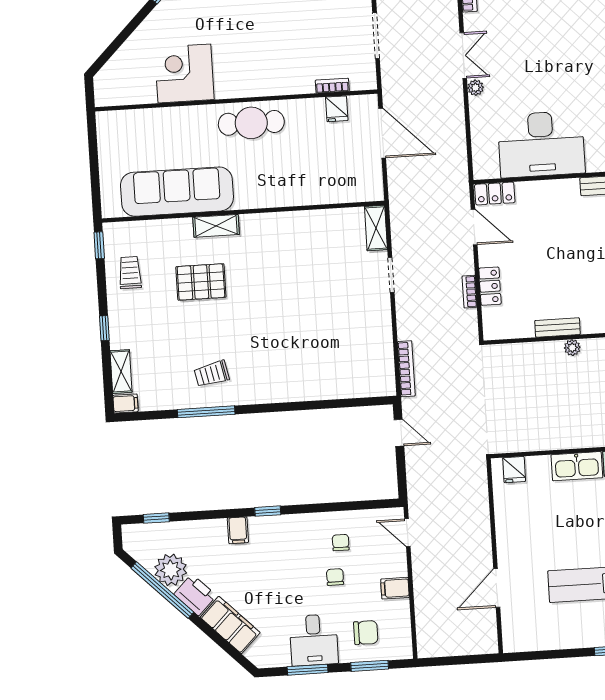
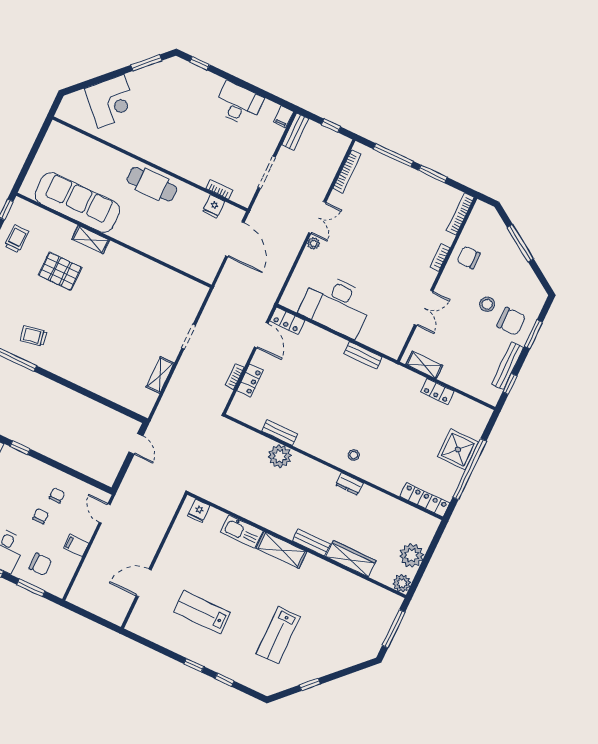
corner desk: (184, 74) -> (111, 101), moved, turned 135
shelving: (376, 228) -> (160, 375), moved
plant: (572, 348) -> (280, 456), width x1.87, depth x1.87
bookcase: (406, 369) -> (164, 404), removed

